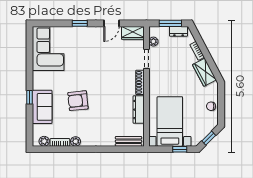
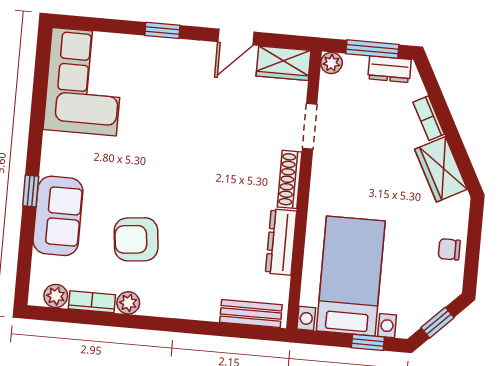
plant: (153, 42) -> (331, 63), moved
armchair: (78, 101) -> (136, 239), moved

